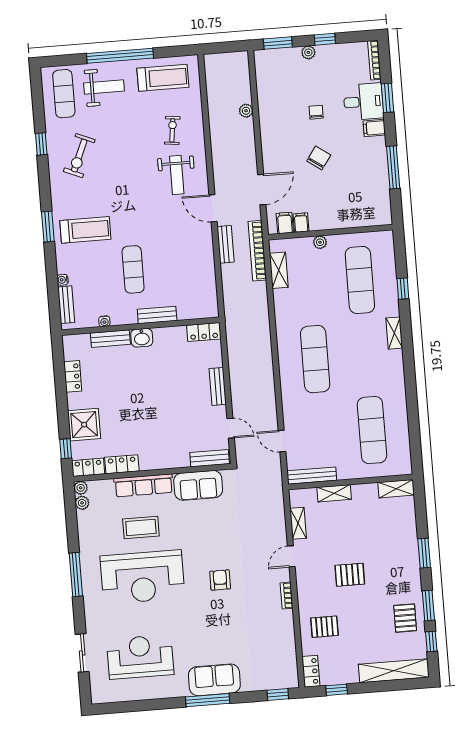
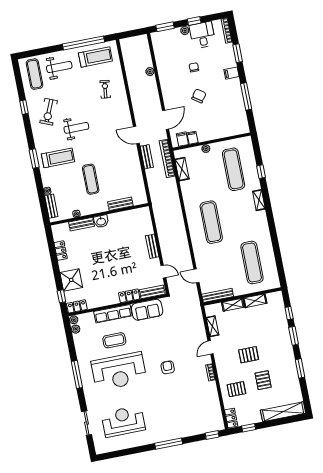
window: (120, 56) -> (83, 43), moved
desk: (363, 102) -> (202, 35), moved, turned -90
weight bench: (177, 175) -> (76, 128), moved, turned -90
bench: (157, 315) -> (120, 204), moved
locker: (204, 332) -> (140, 213), removed
locker: (122, 464) -> (129, 296), moved
shelving: (396, 489) -> (255, 301), moved
pallet: (405, 618) -> (263, 380), moved
window: (431, 641) -> (289, 313), moved
sofa: (214, 680) -> (171, 430), removed

